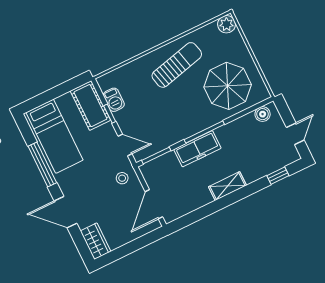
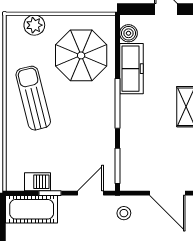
plant: (227, 24) -> (34, 25), moved
freezer: (197, 149) -> (131, 69), moved

